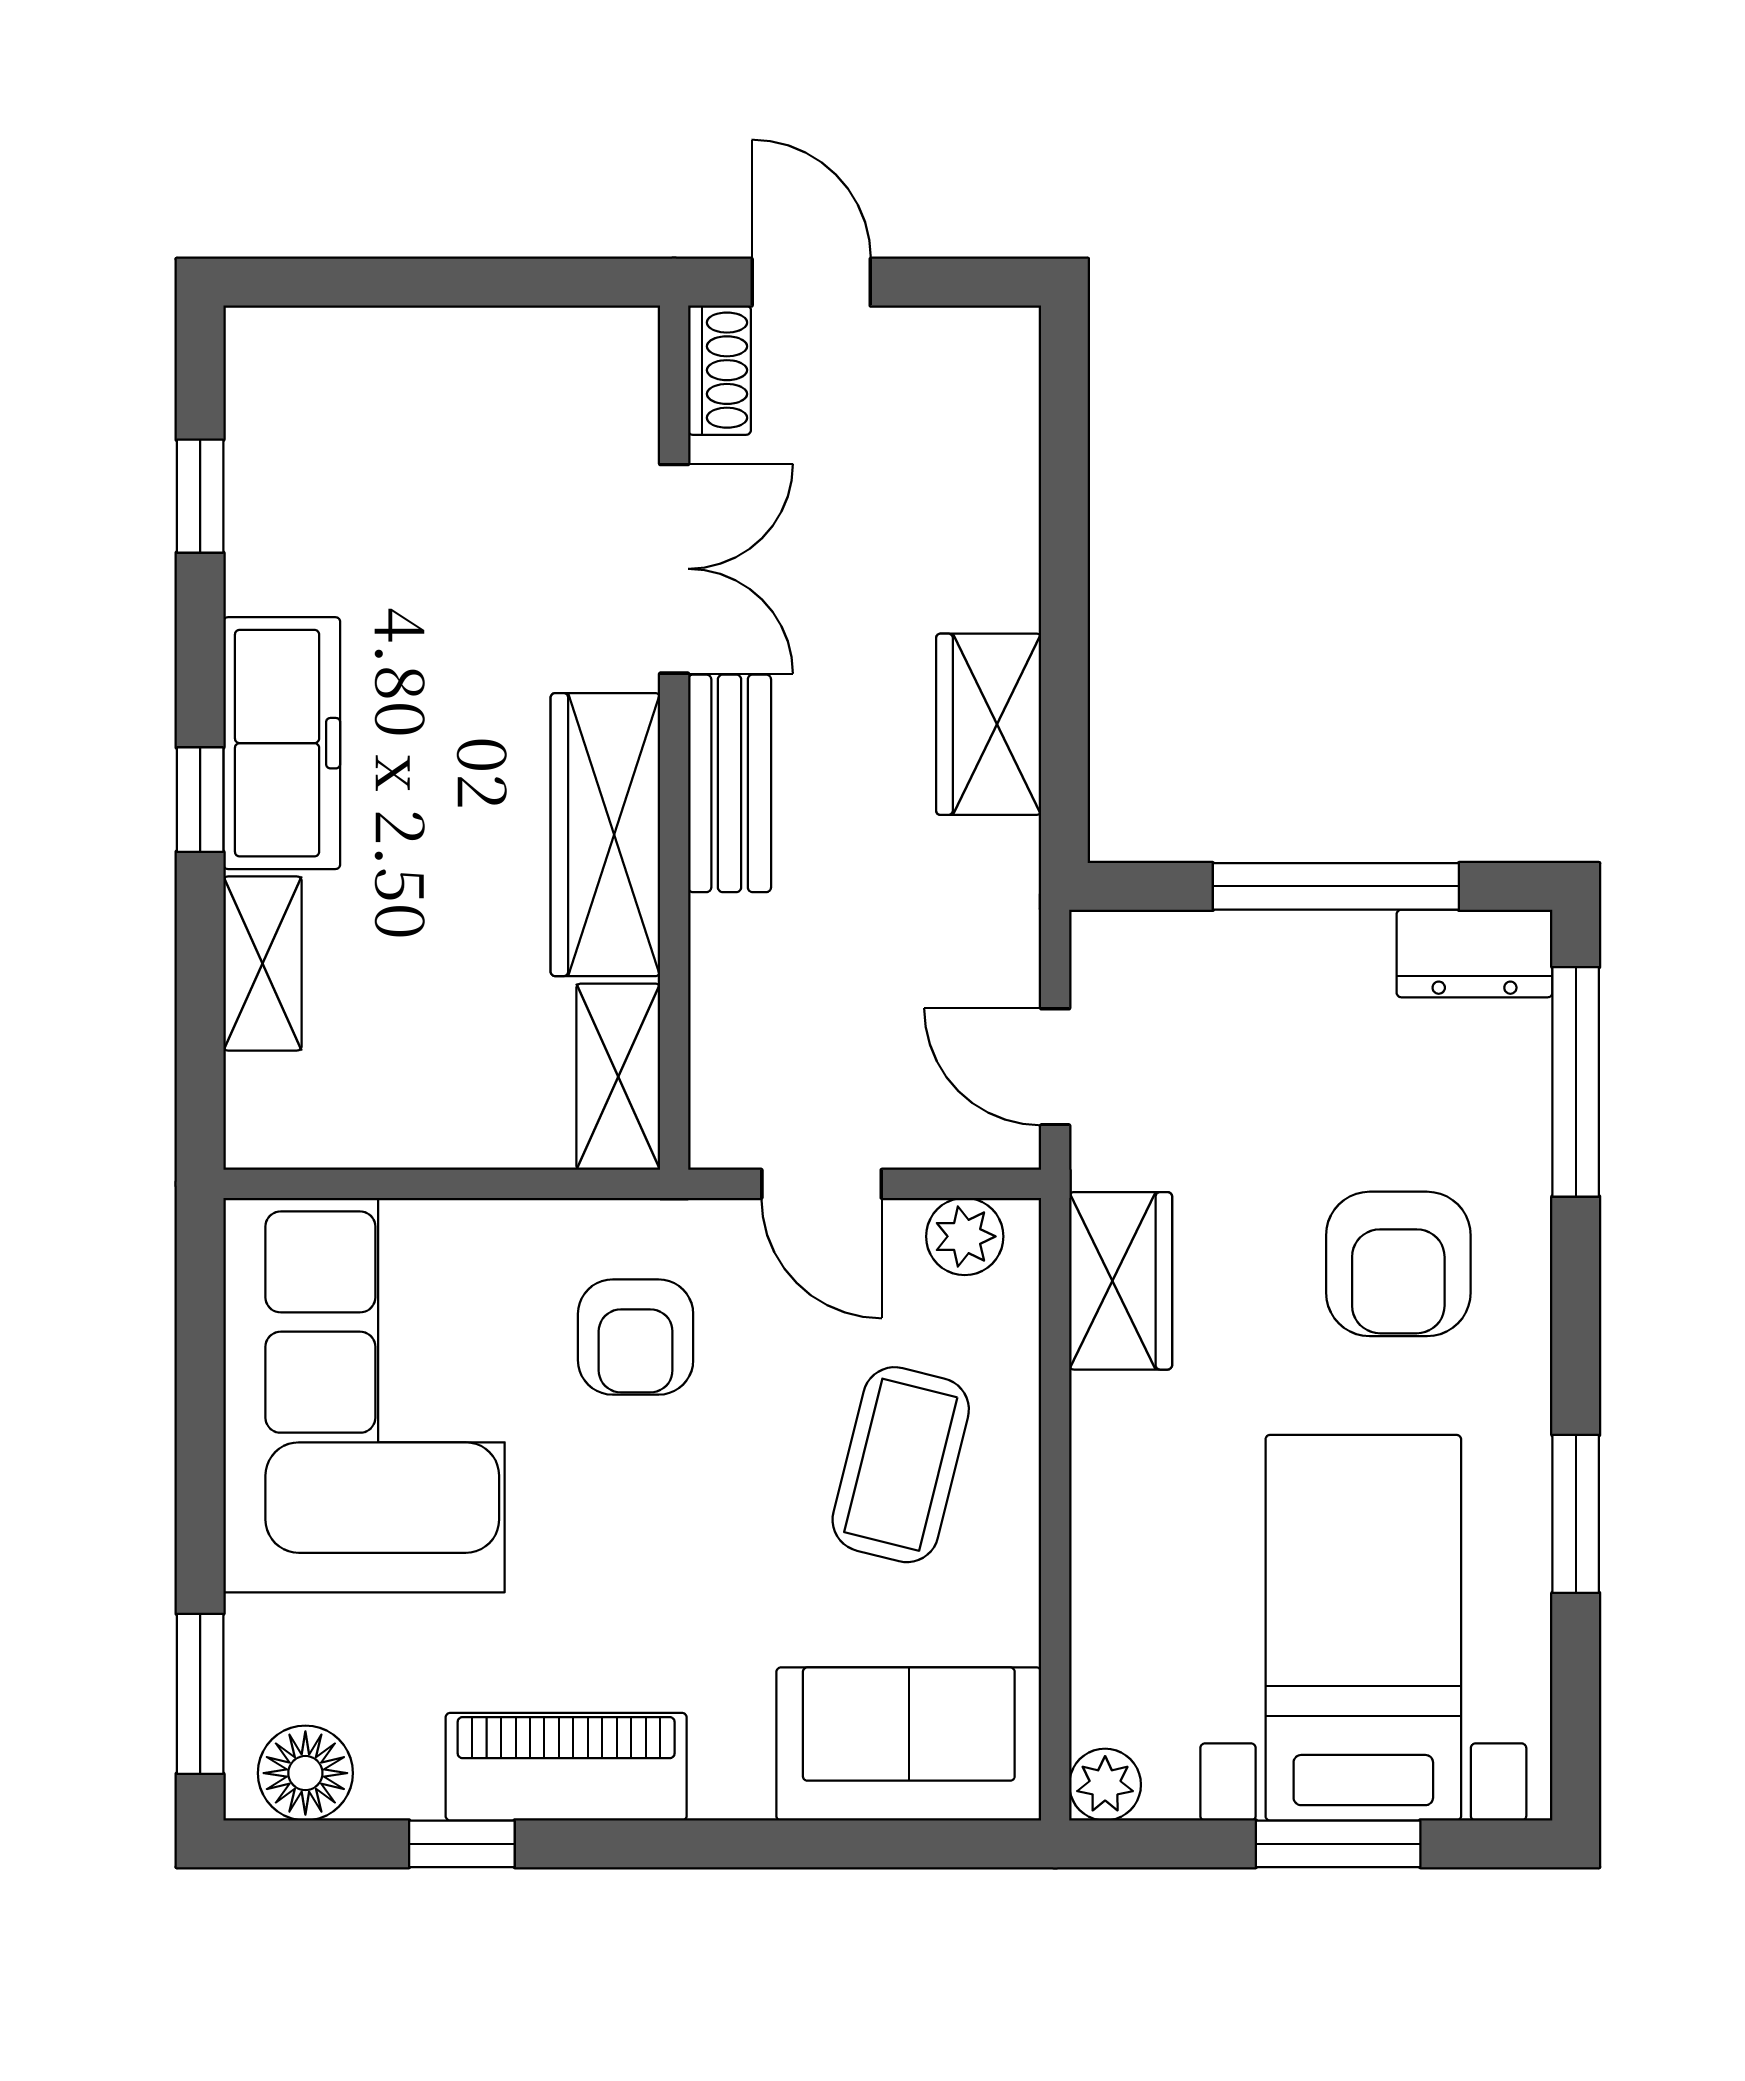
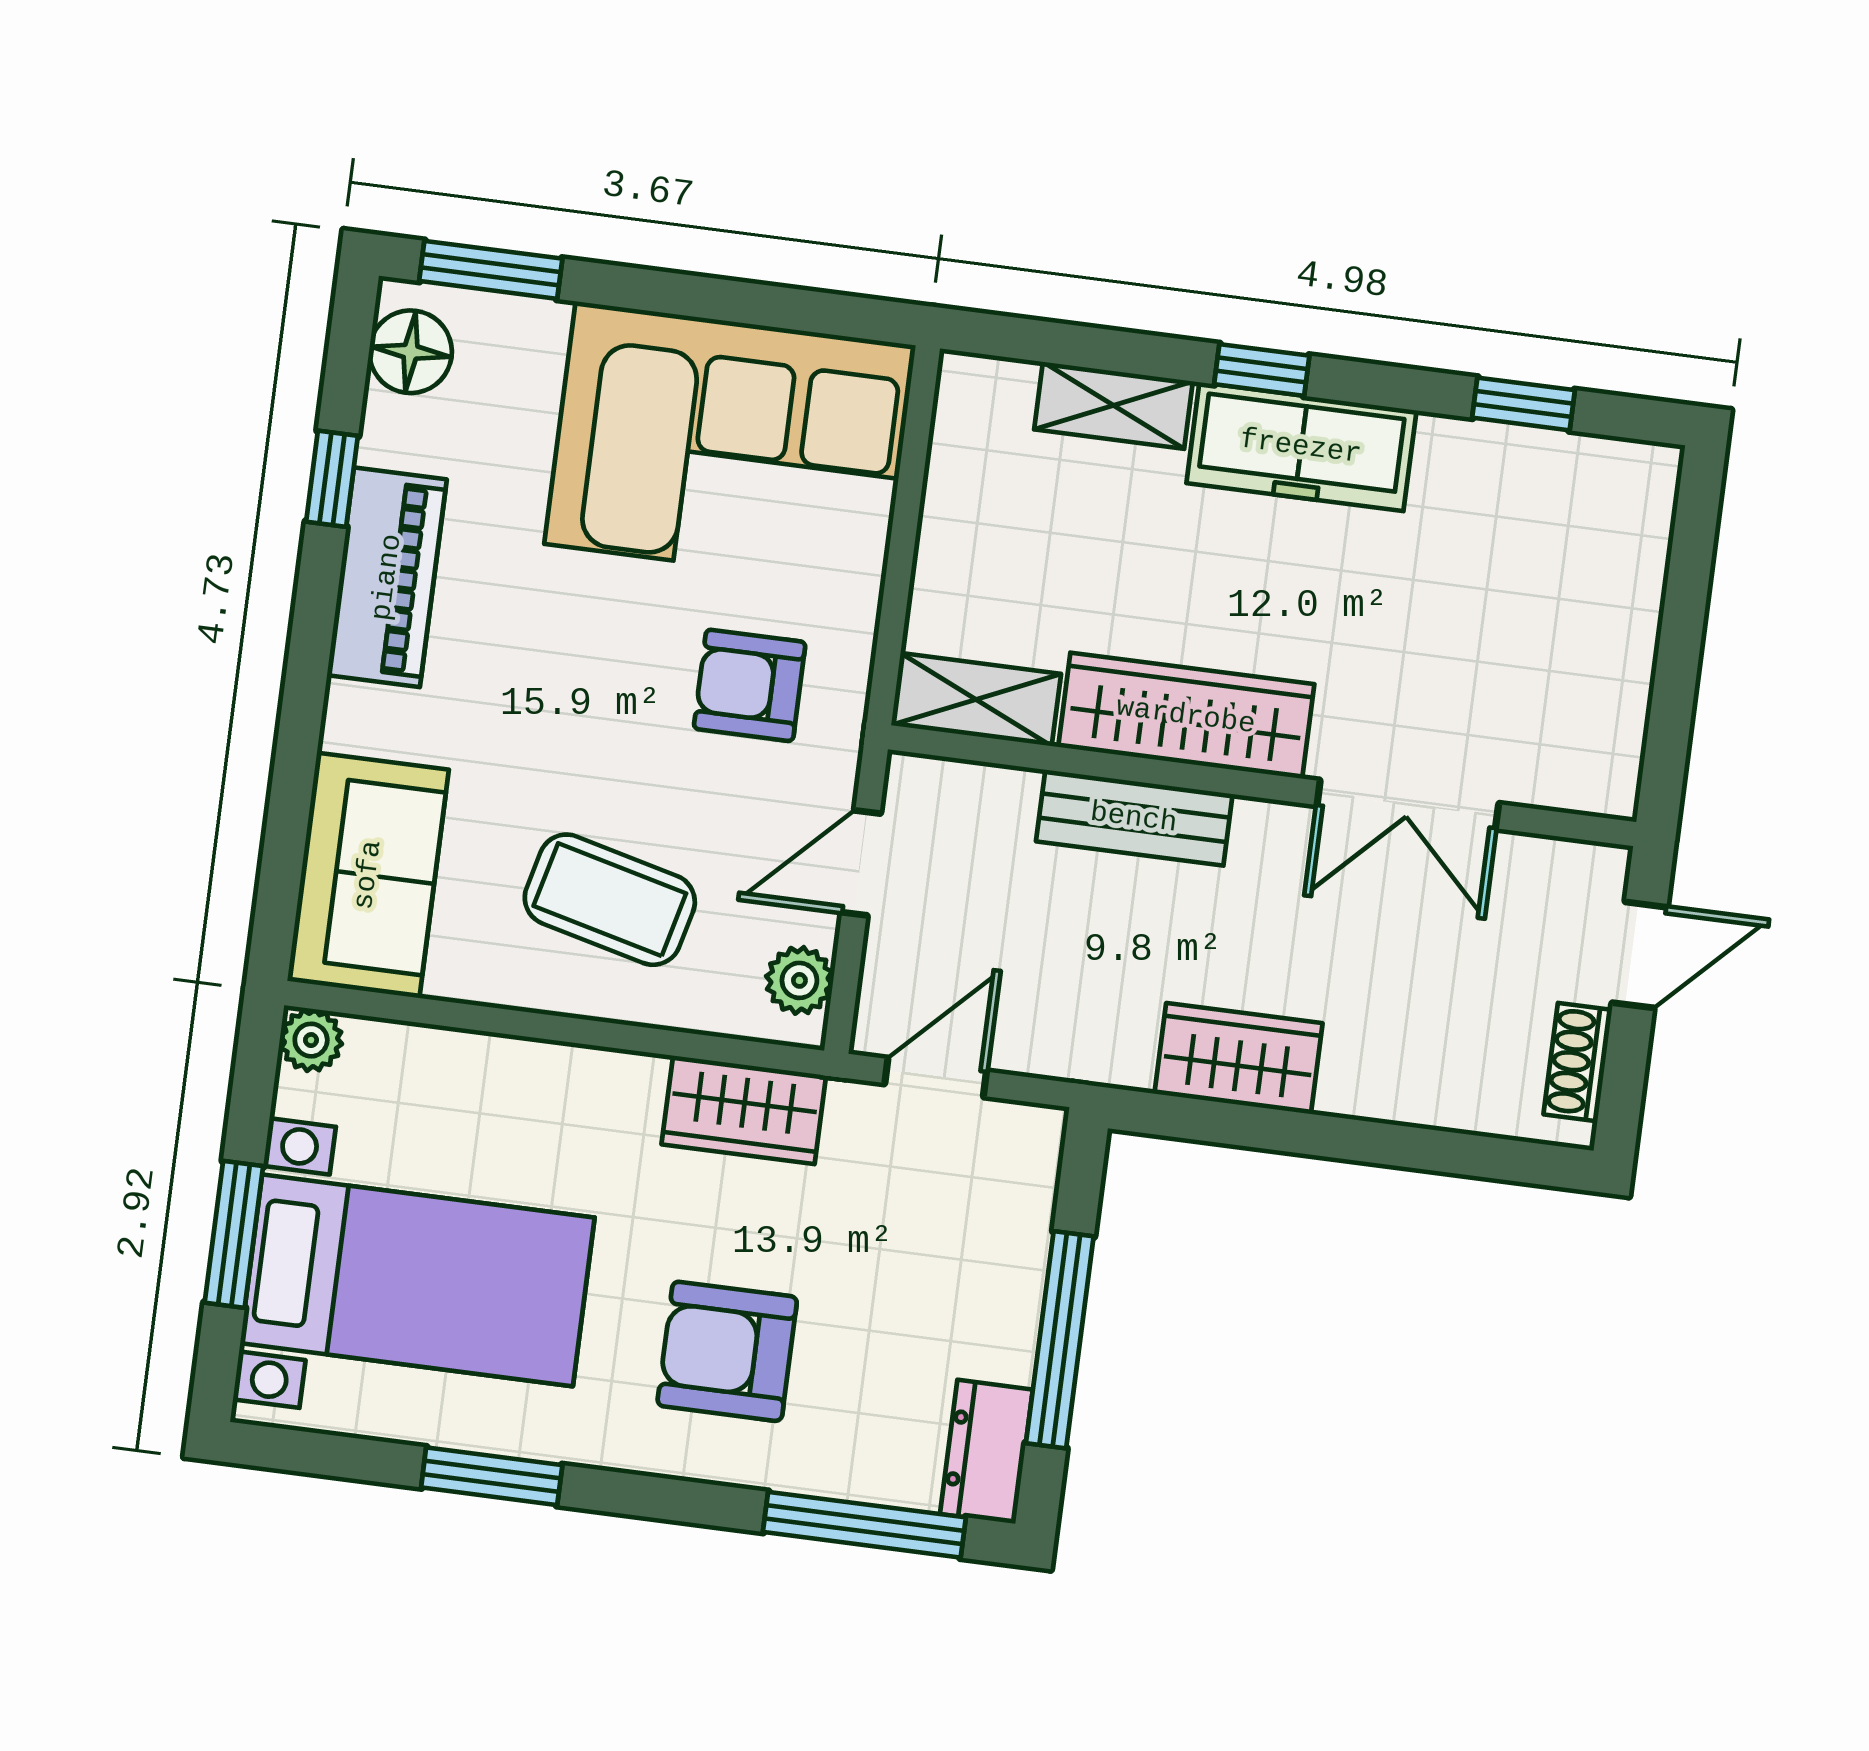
shoe rack: (719, 370) -> (1578, 1062), moved, turned 90
bench: (730, 783) -> (1134, 818), moved

